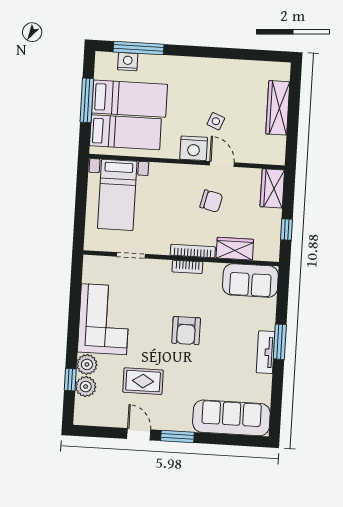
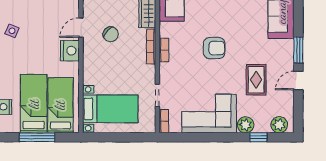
side table: (216, 121) -> (12, 31), moved
chair: (211, 201) -> (111, 34), turned 120
bookcase: (98, 261) -> (164, 121), added
plant: (86, 387) -> (279, 125), moved

